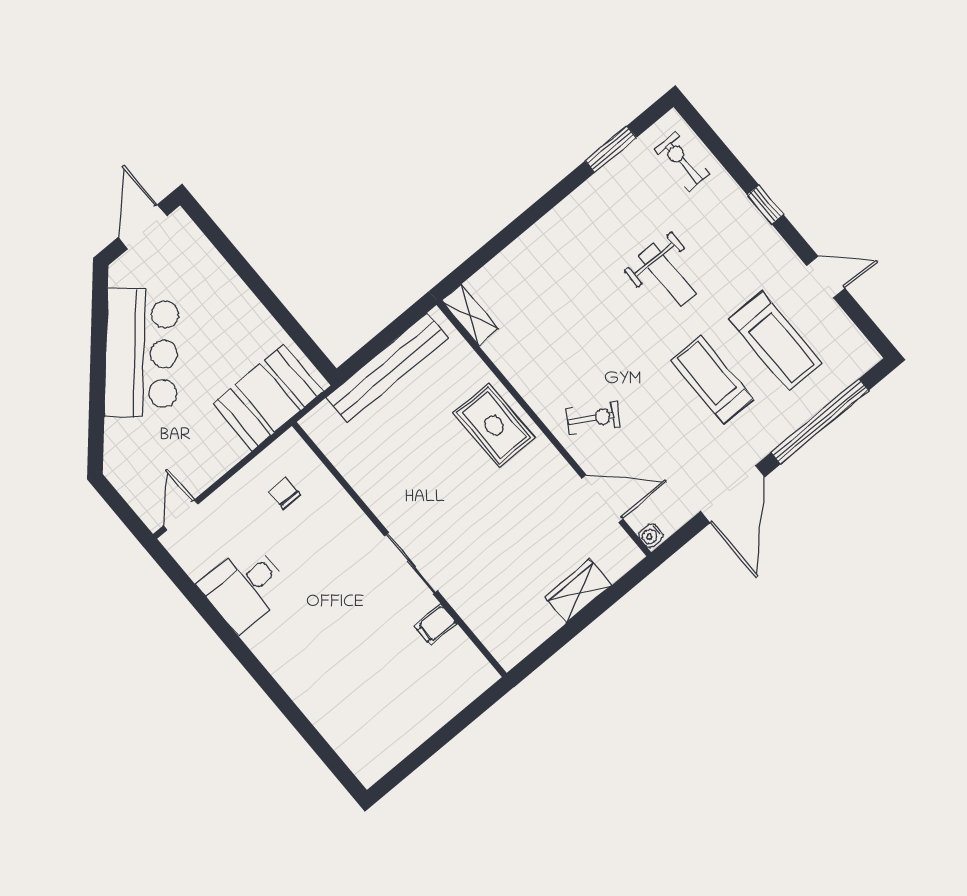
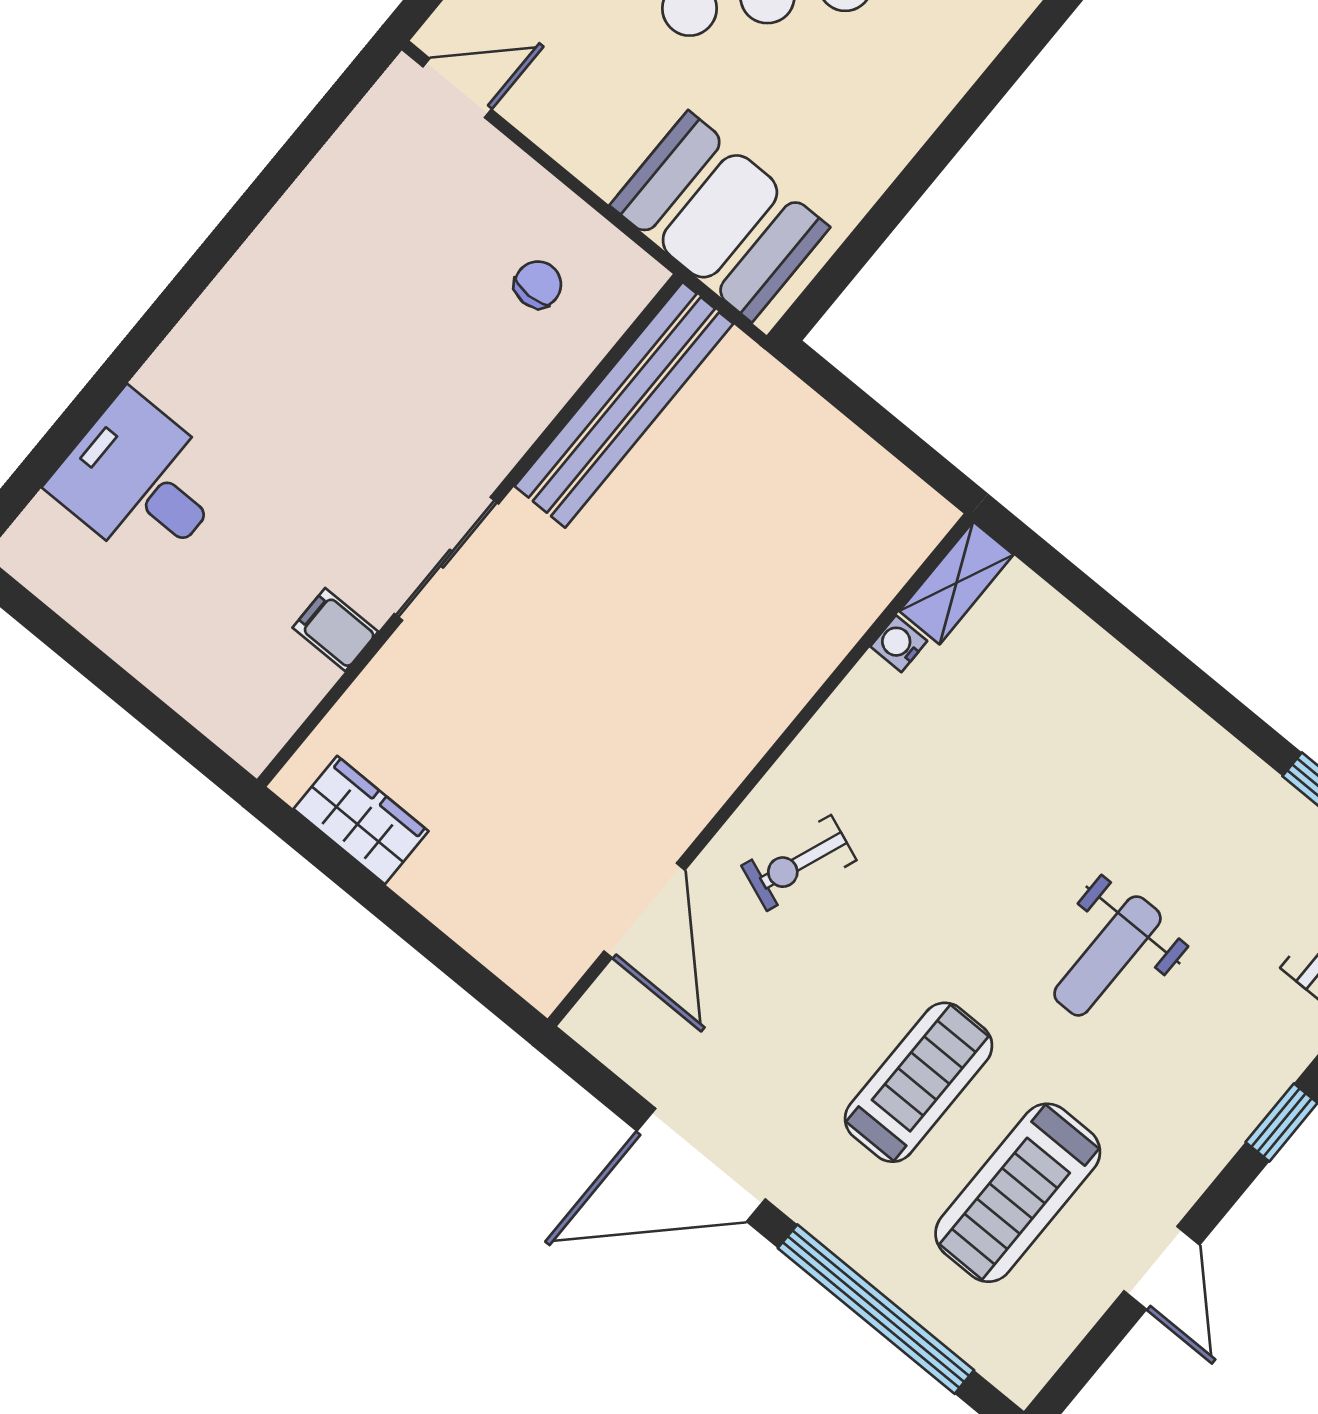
bench: (387, 368) -> (624, 405), moved, turned 90
exercise bike: (593, 418) -> (799, 863), turned 80
rug: (494, 425) -> (749, 671), removed
water cooler: (651, 536) -> (899, 644), moved
desk: (245, 587) -> (140, 482), moved
wardrobe: (578, 591) -> (361, 820), moved

